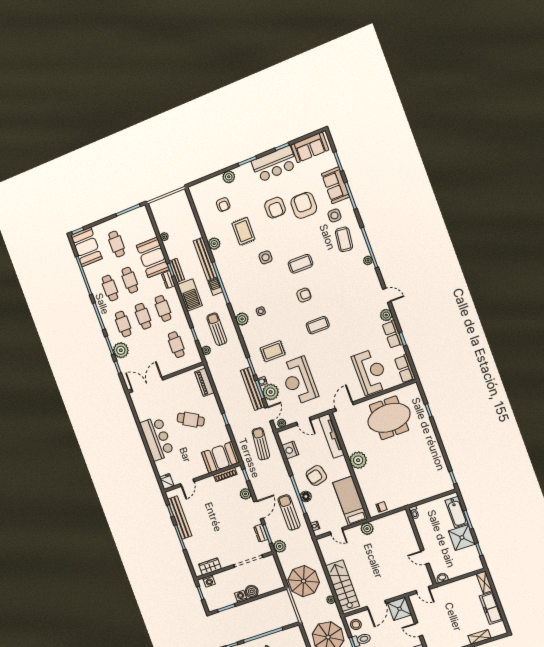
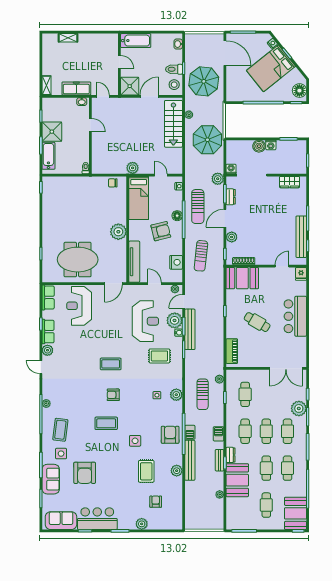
armchair: (275, 208) -> (170, 435), moved
barbecue: (190, 295) -> (219, 434), width x0.53, depth x0.65
sun lounger: (261, 444) -> (201, 256), moved
washing machine: (209, 581) -> (231, 169), moved
freezer: (491, 608) -> (76, 88), moved, turned -90

